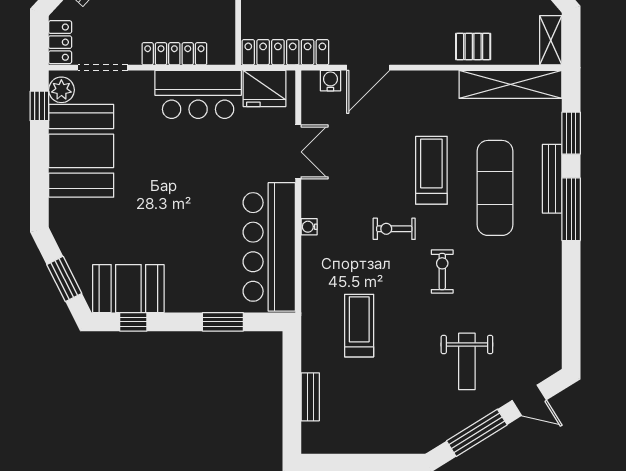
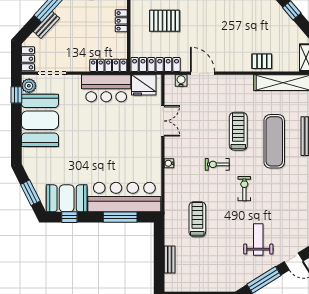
locker: (174, 54) -> (108, 65), moved
door: (368, 68) -> (202, 73), swing flipped
bar counter: (269, 247) -> (124, 197), moved, turned 90
window: (223, 322) -> (120, 217), width x1.44
weight bench: (467, 361) -> (258, 240), turned 180

